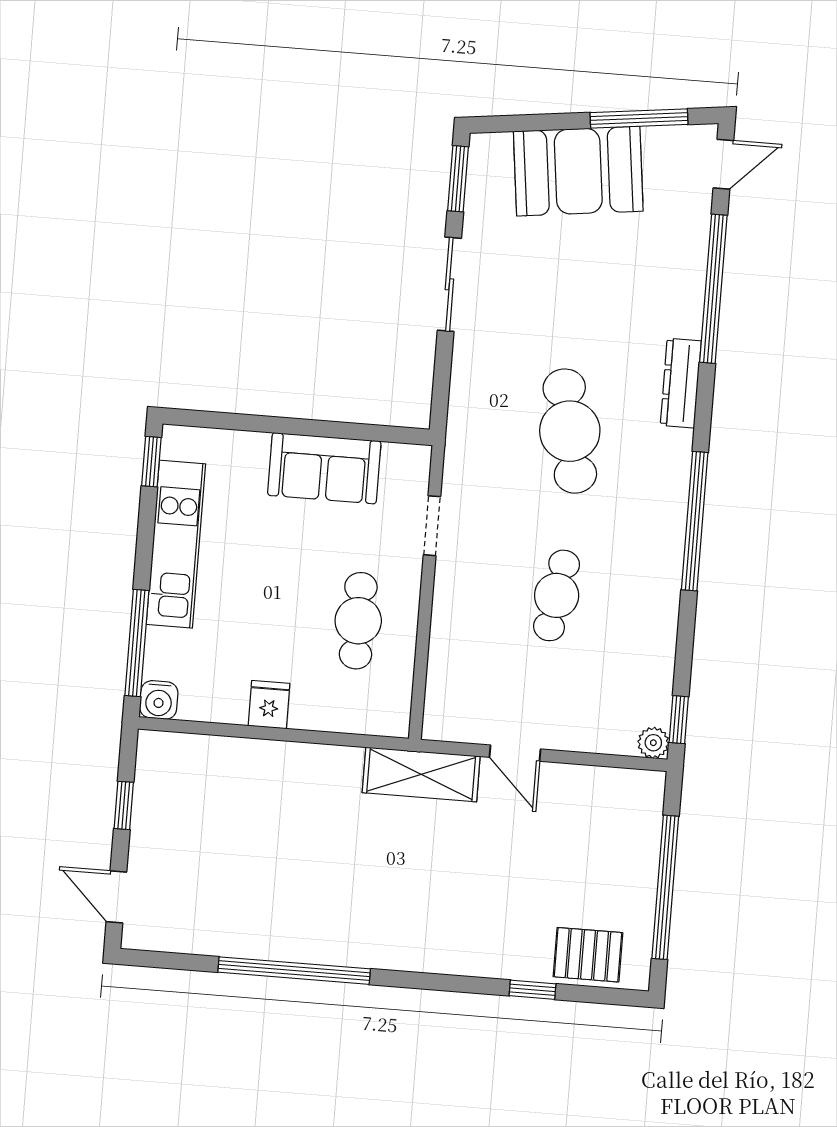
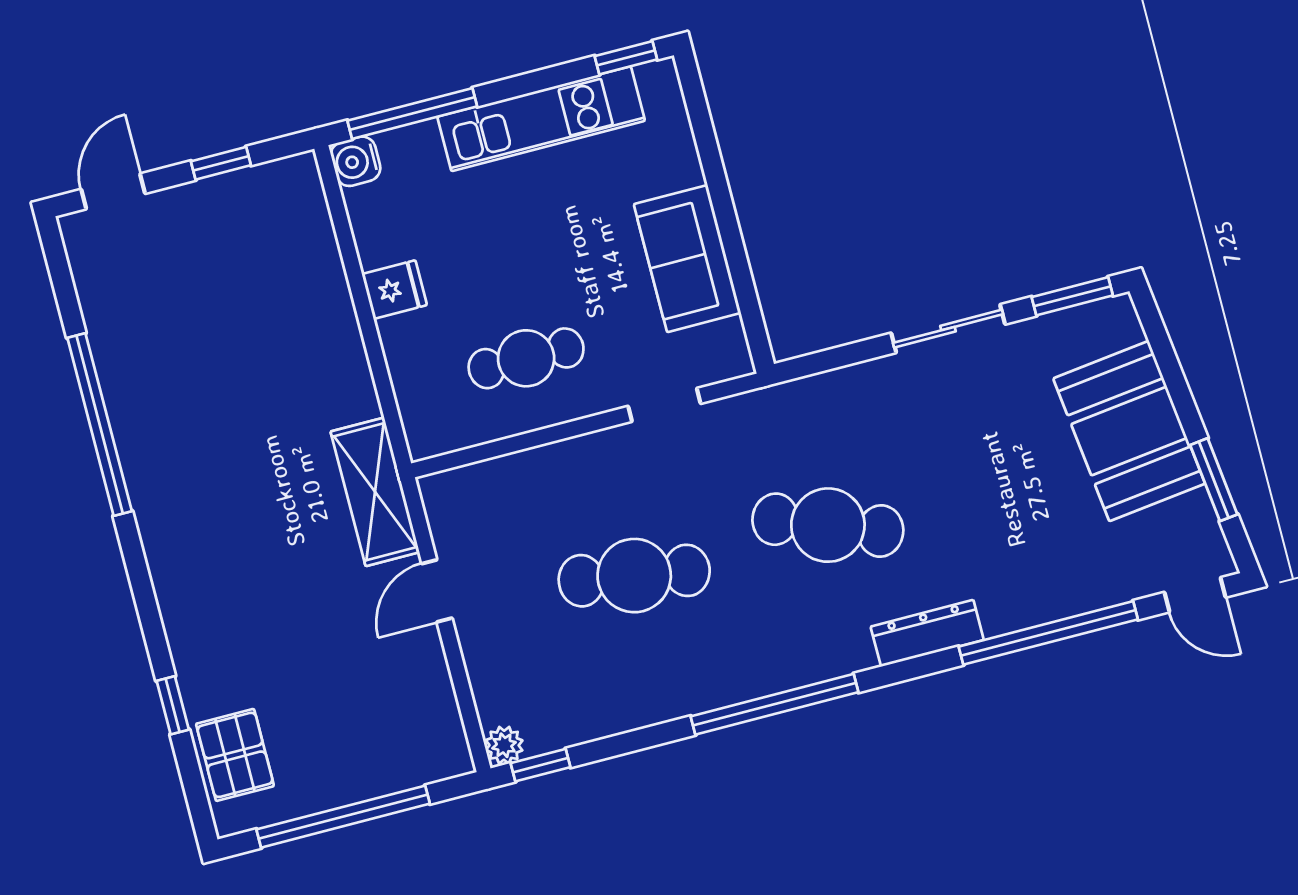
window: (639, 119) -> (1214, 480), width x0.69
cafe table: (570, 431) -> (828, 525), turned 33
cafe table: (557, 595) -> (634, 576), width x1.37, depth x1.35

